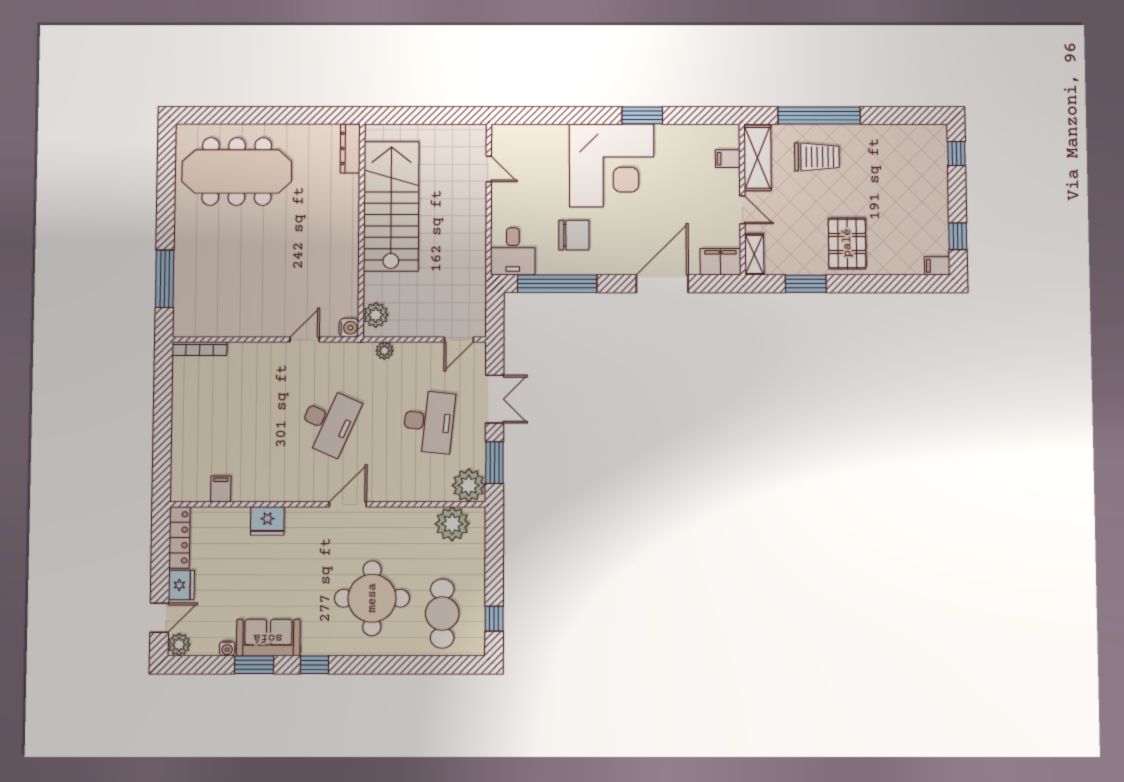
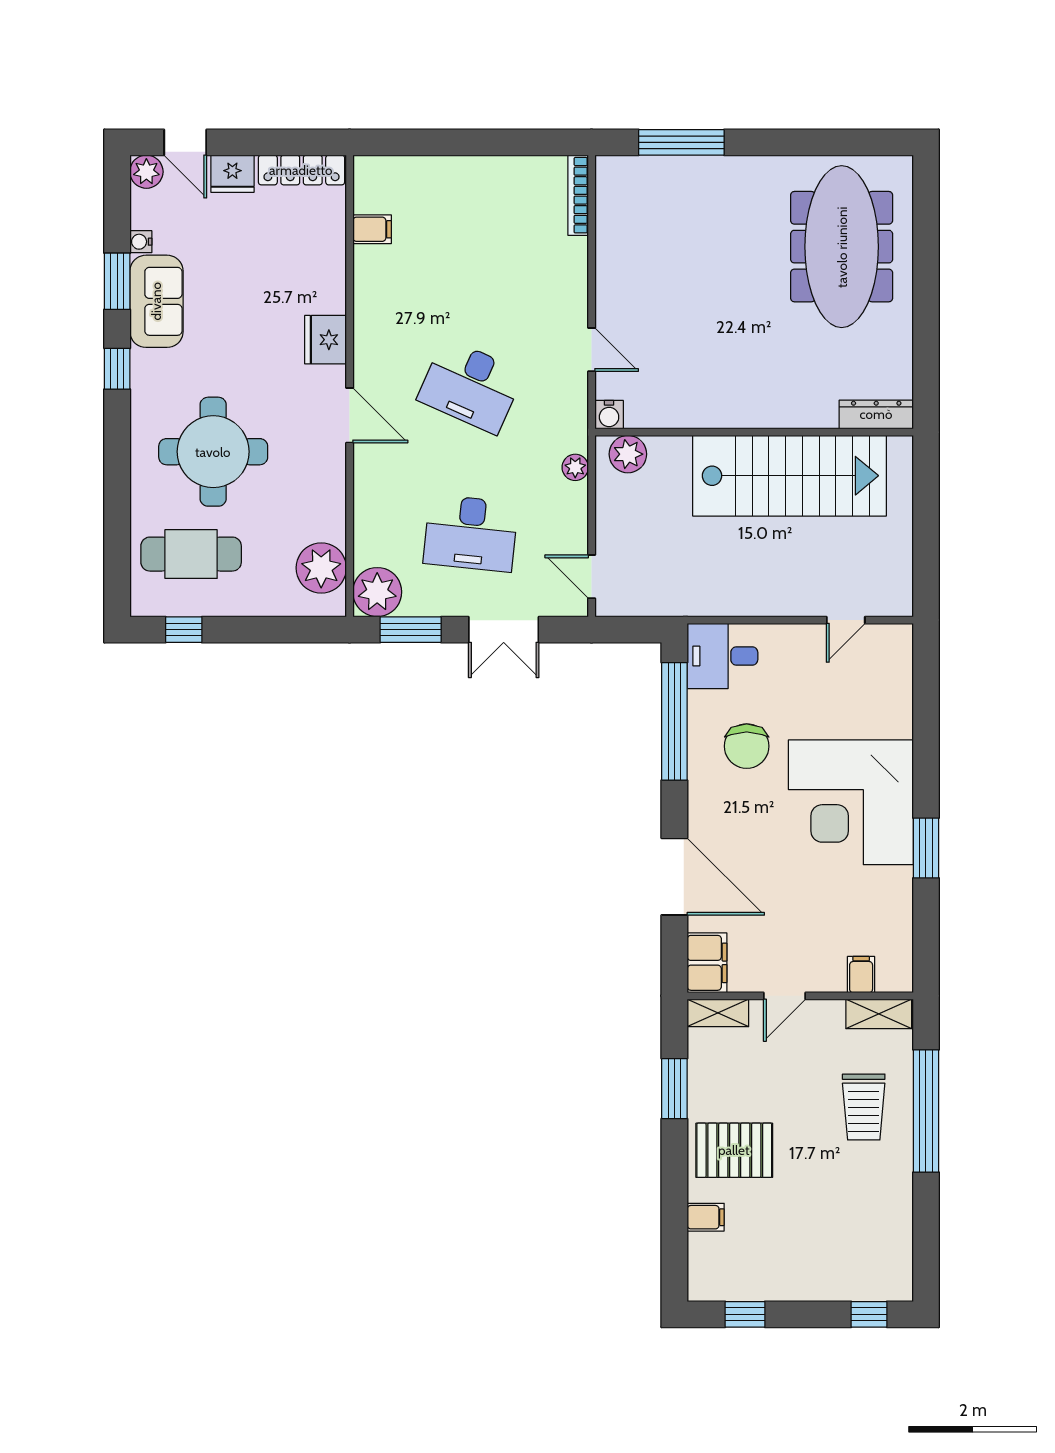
shelving: (758, 158) -> (879, 1014), width x0.67, depth x0.75
filing cabinet: (937, 266) -> (706, 1217), moved, turned 90
fridge: (267, 521) -> (326, 340), moved

